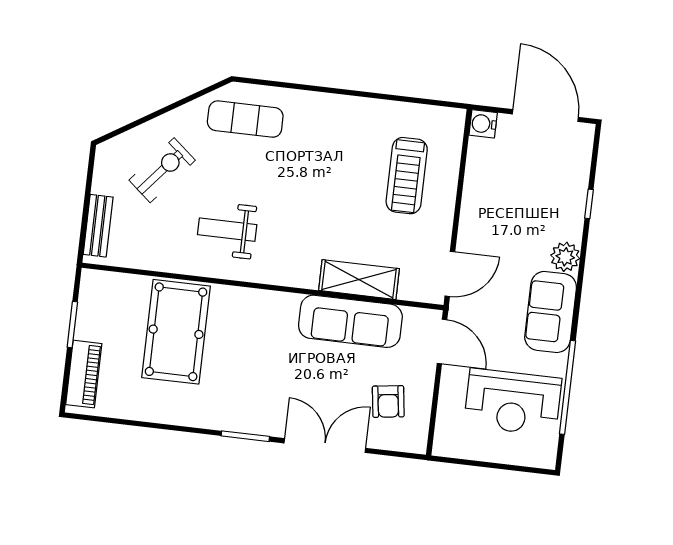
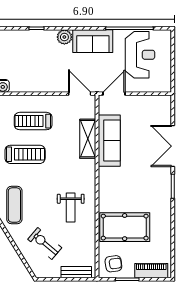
treadmill: (343, 152) -> (25, 154), added
treadmill: (407, 176) -> (33, 121), turned 180
armchair: (388, 401) -> (113, 264), moved

